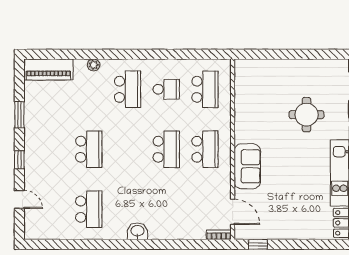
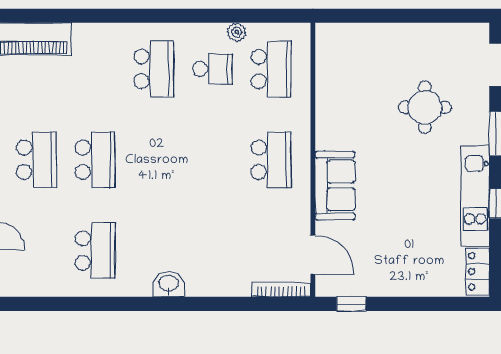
plant: (94, 65) -> (237, 32), moved
school desk: (166, 149) -> (36, 160), moved
bookcase: (219, 235) -> (281, 290), width x1.56

